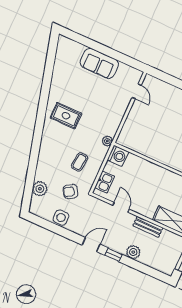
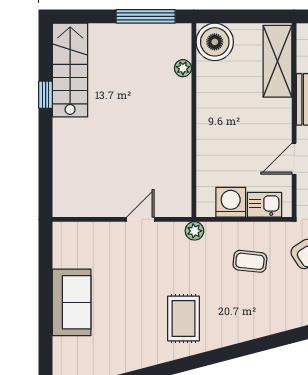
door: (137, 91) -> (140, 219), moved
washing machine: (118, 156) -> (231, 202), moved

